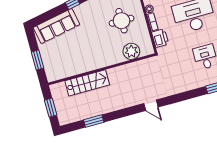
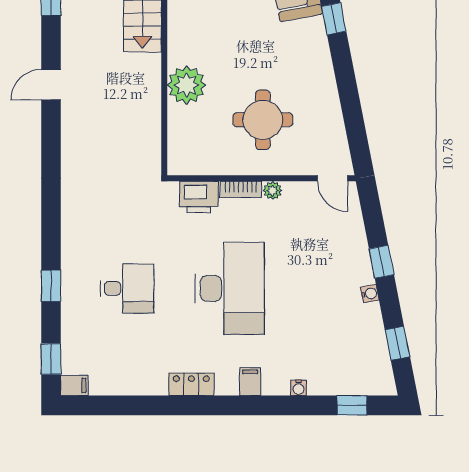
plant: (131, 51) -> (187, 85), moved
door: (151, 105) -> (51, 85), moved

